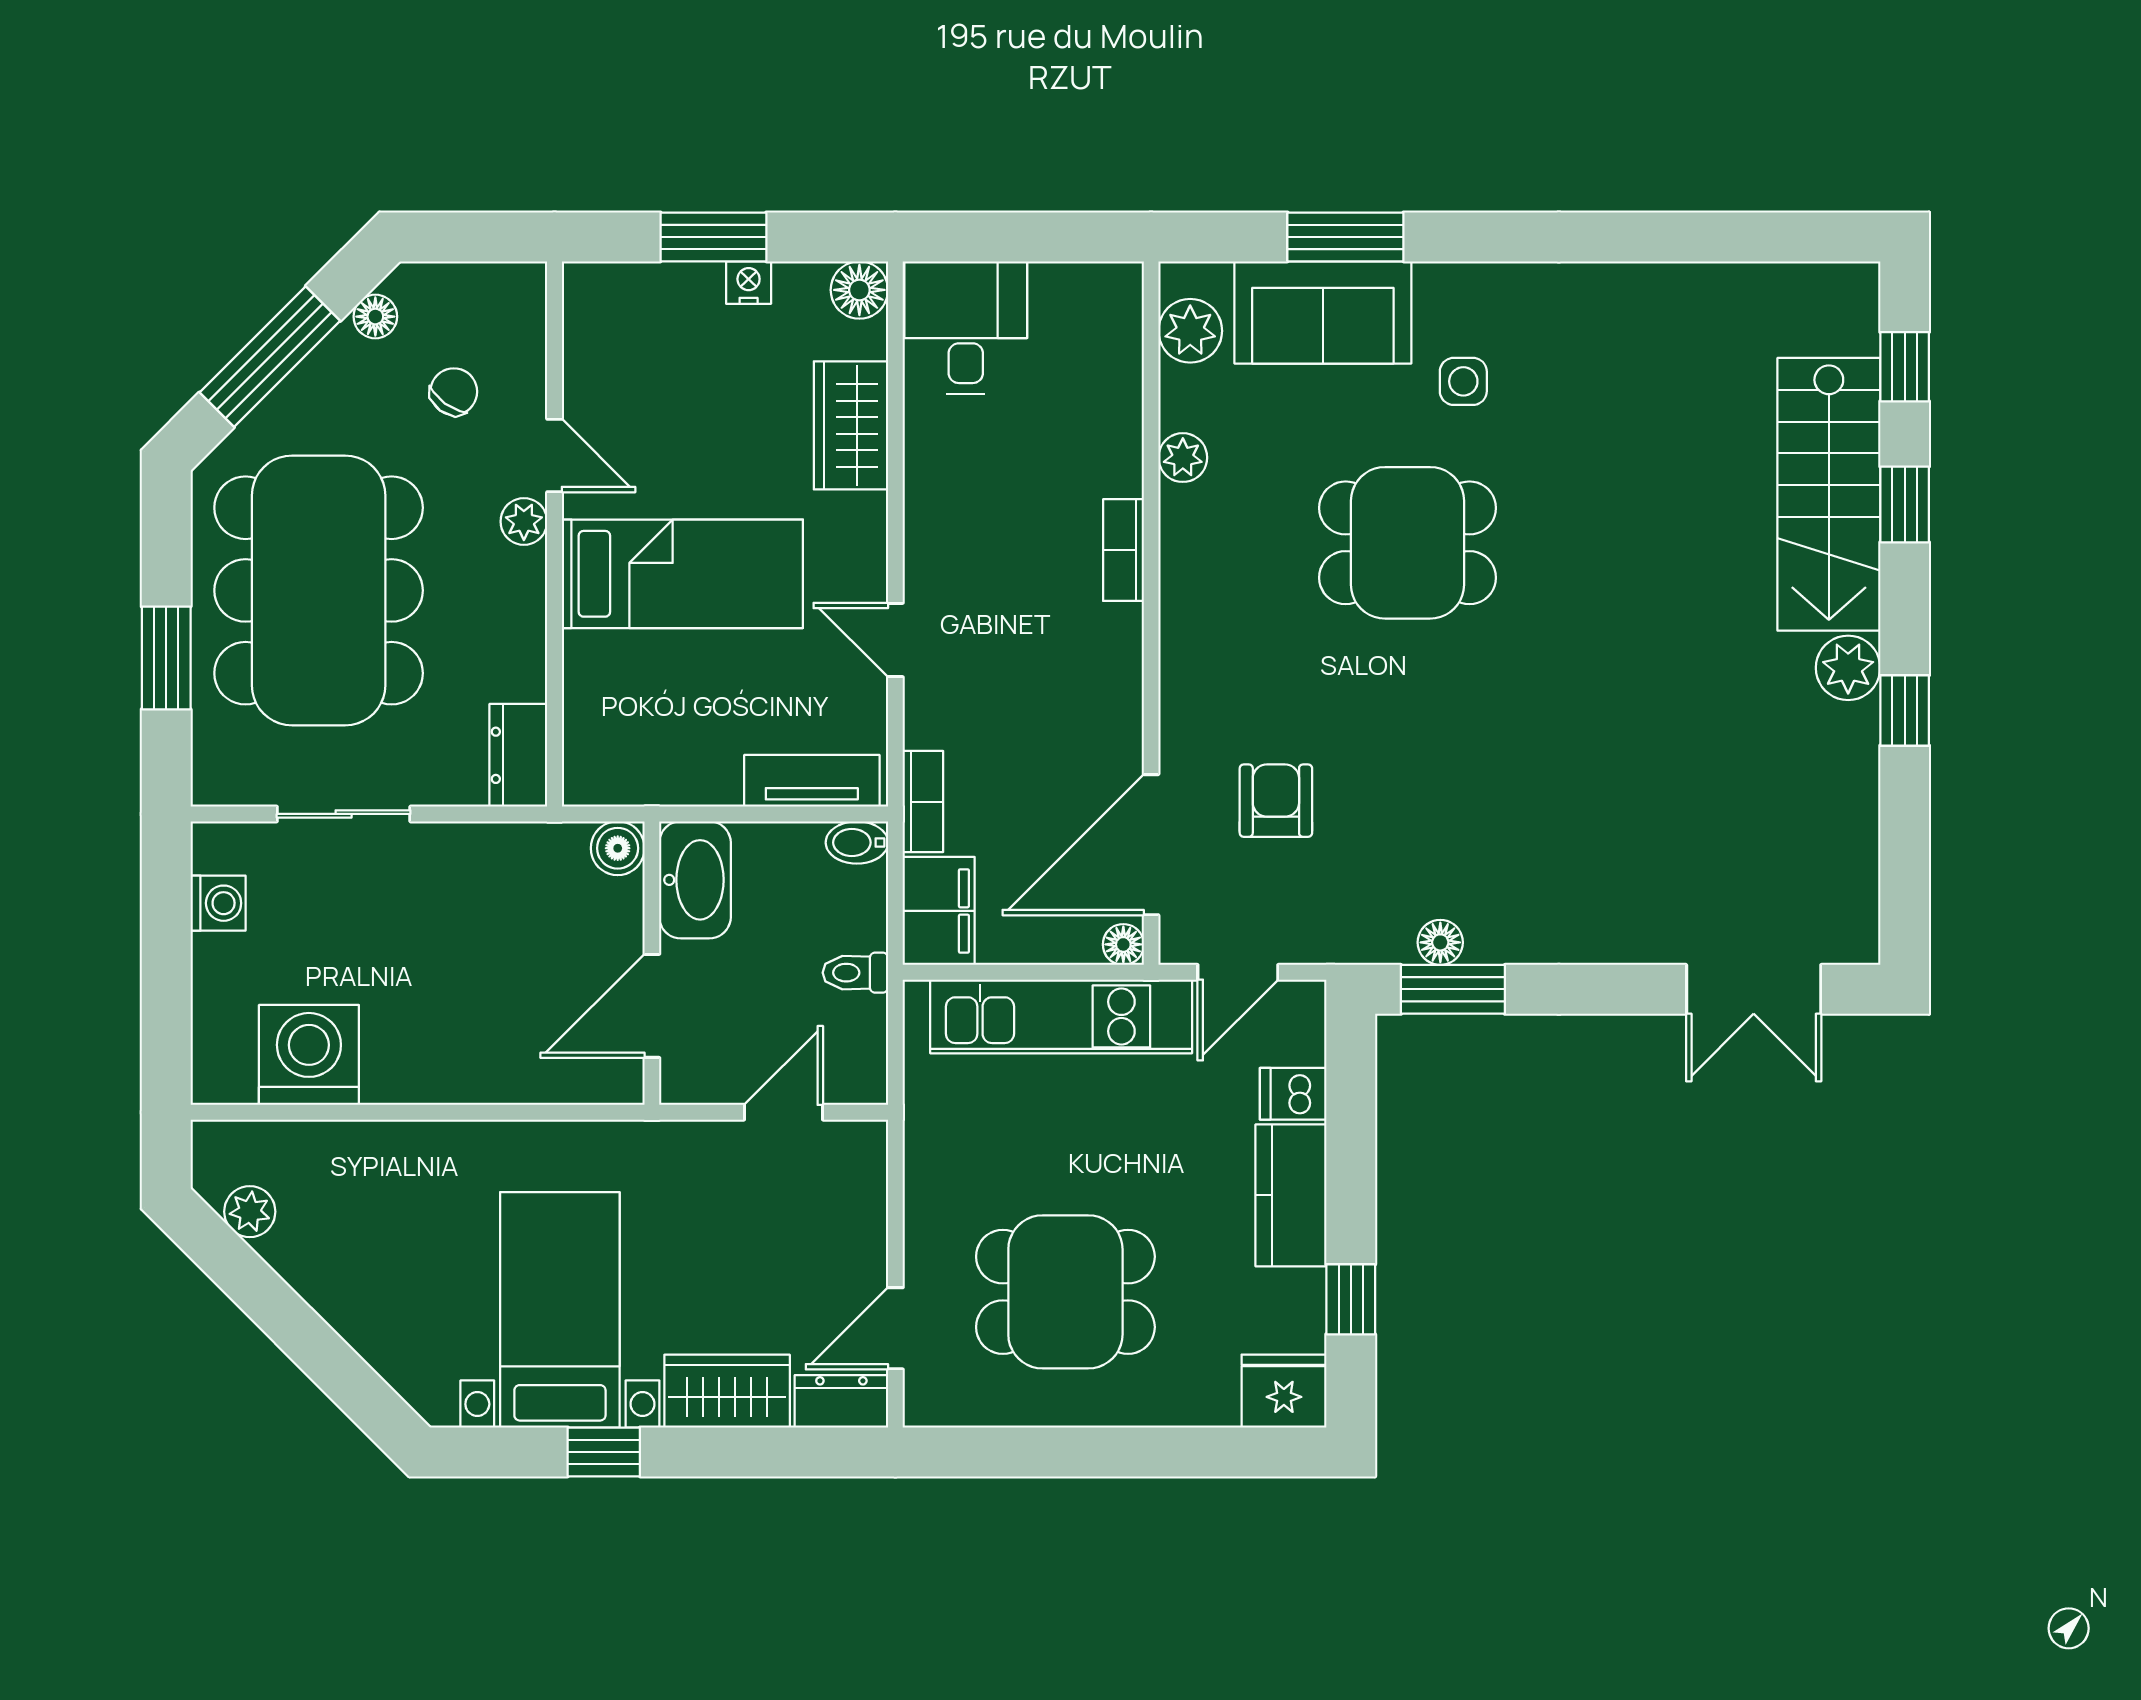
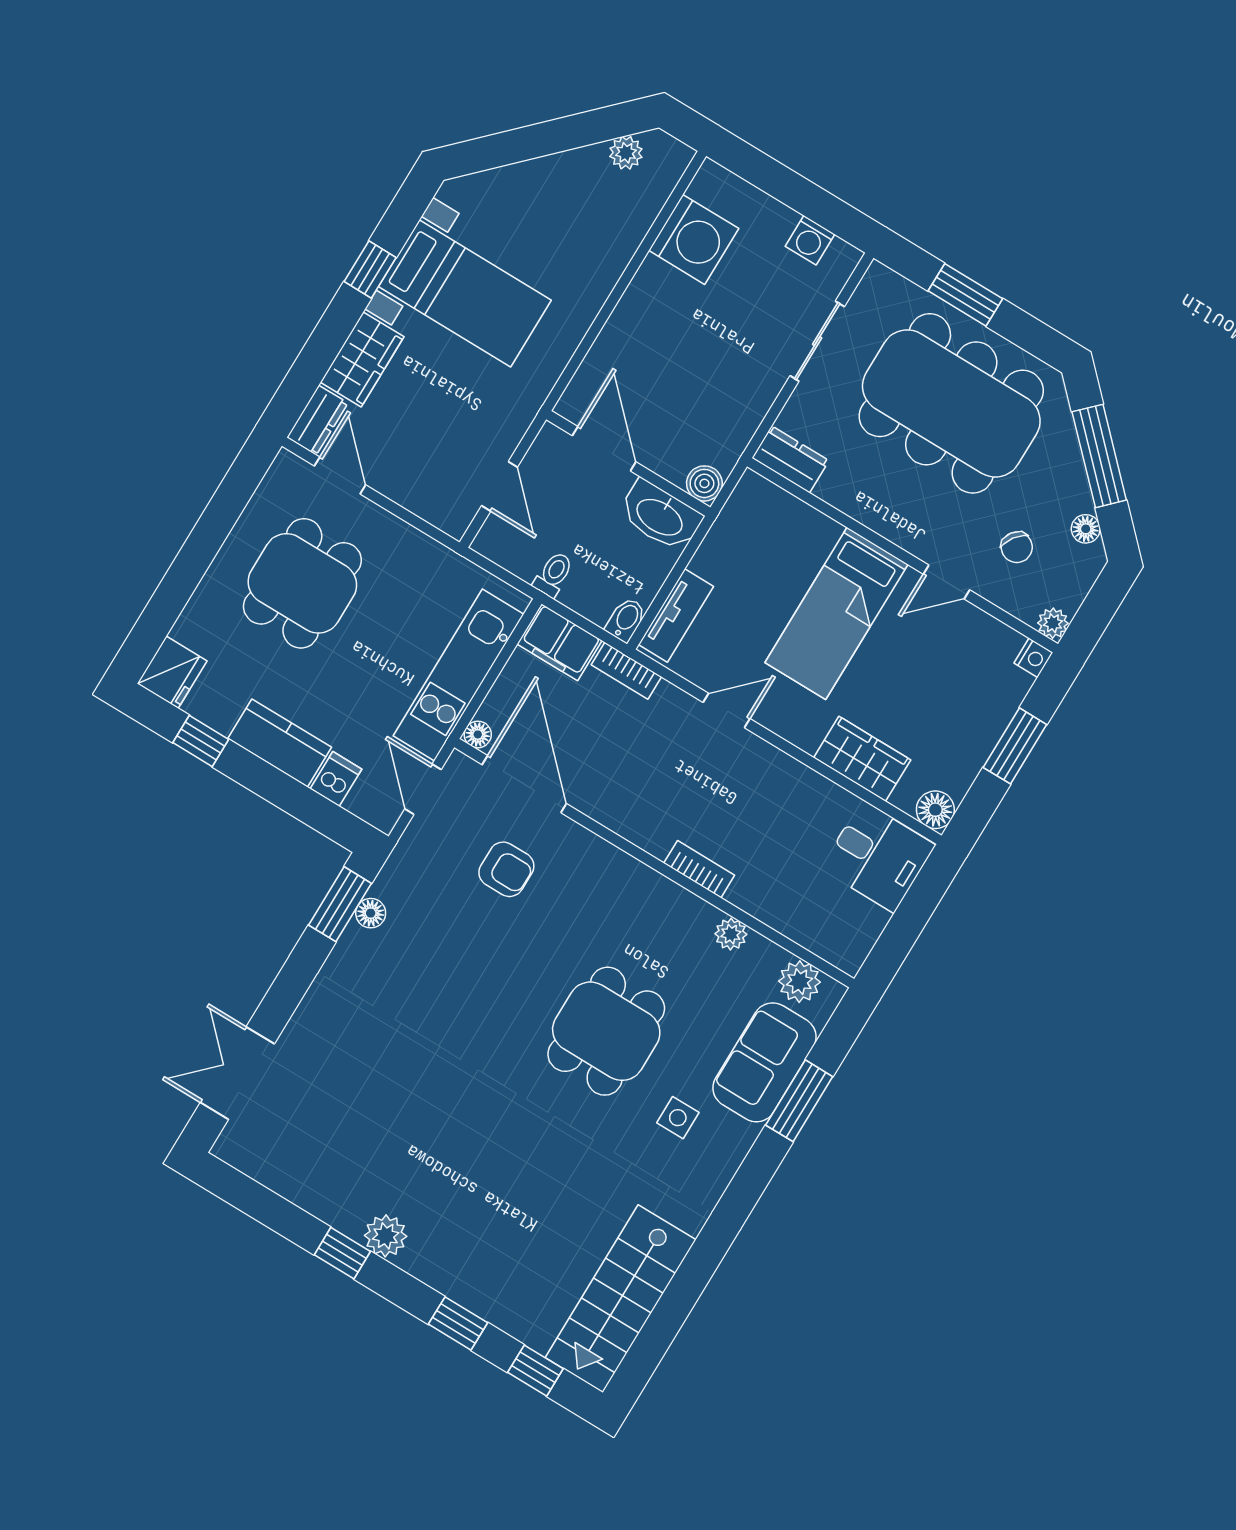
nightstand: (749, 283) -> (1033, 658), moved
stairs: (1829, 494) -> (621, 1299), moved, turned -90
plant: (524, 521) -> (1053, 623), moved

